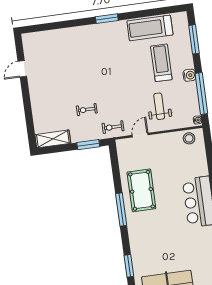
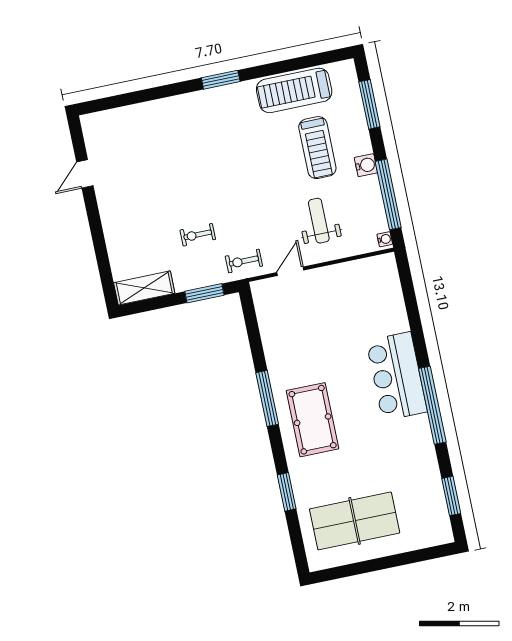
treadmill: (161, 63) -> (317, 148), turned 180
stool: (189, 138) -> (373, 271), removed
pool table: (141, 190) -> (313, 420), moved

